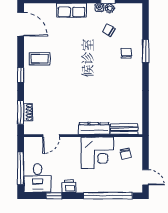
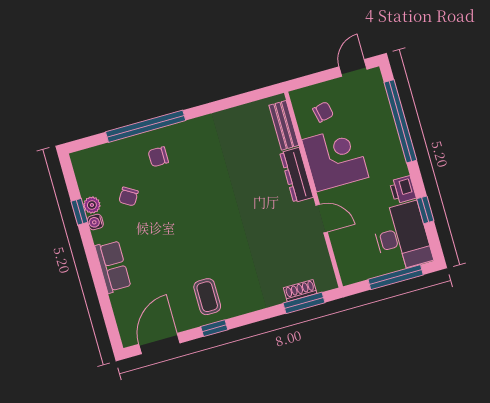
window: (146, 51) -> (146, 126), width x2.11
window: (21, 75) -> (214, 328), moved
door: (51, 136) -> (322, 219), moved
desk: (38, 178) -> (402, 237), width x1.37

